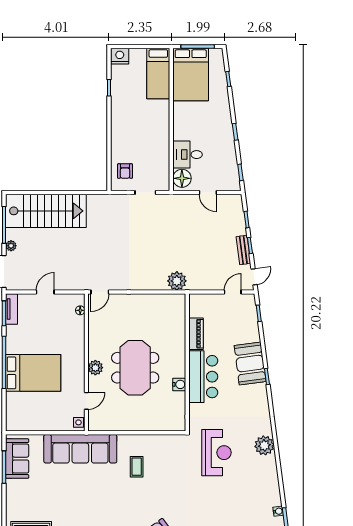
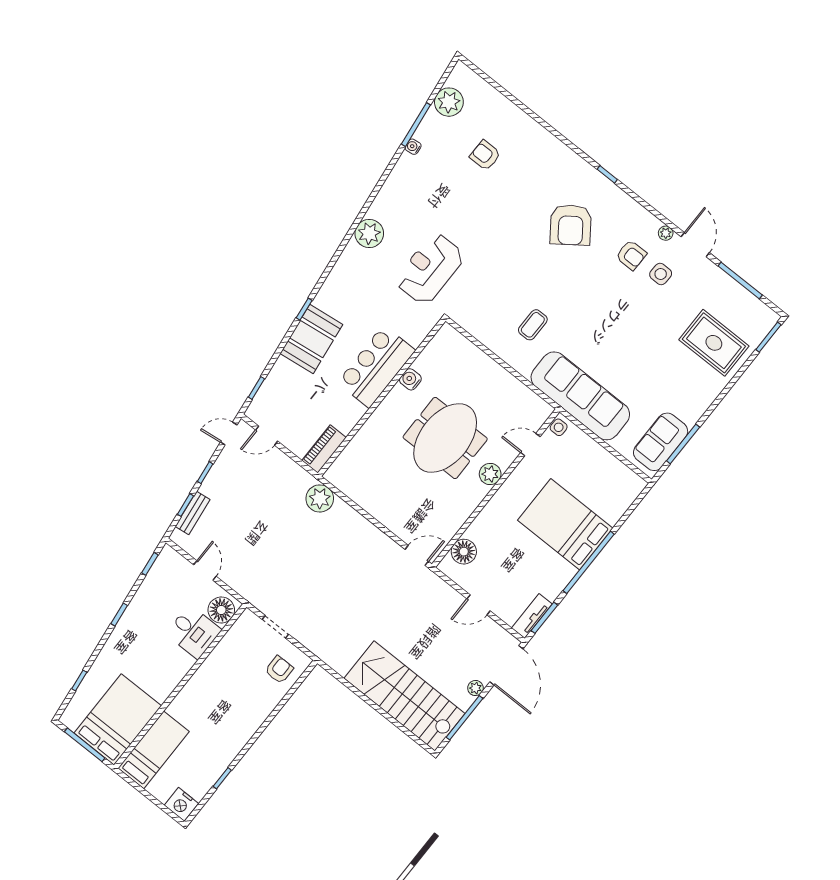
bench: (243, 250) -> (193, 513), moved
floor lamp: (80, 310) -> (464, 552), width x1.89, depth x1.89
piano: (196, 334) -> (324, 449), moved

